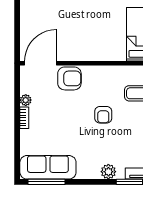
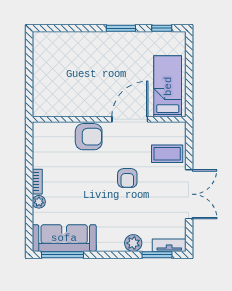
door: (41, 63) -> (130, 119), moved
plant: (26, 100) -> (39, 202), moved

